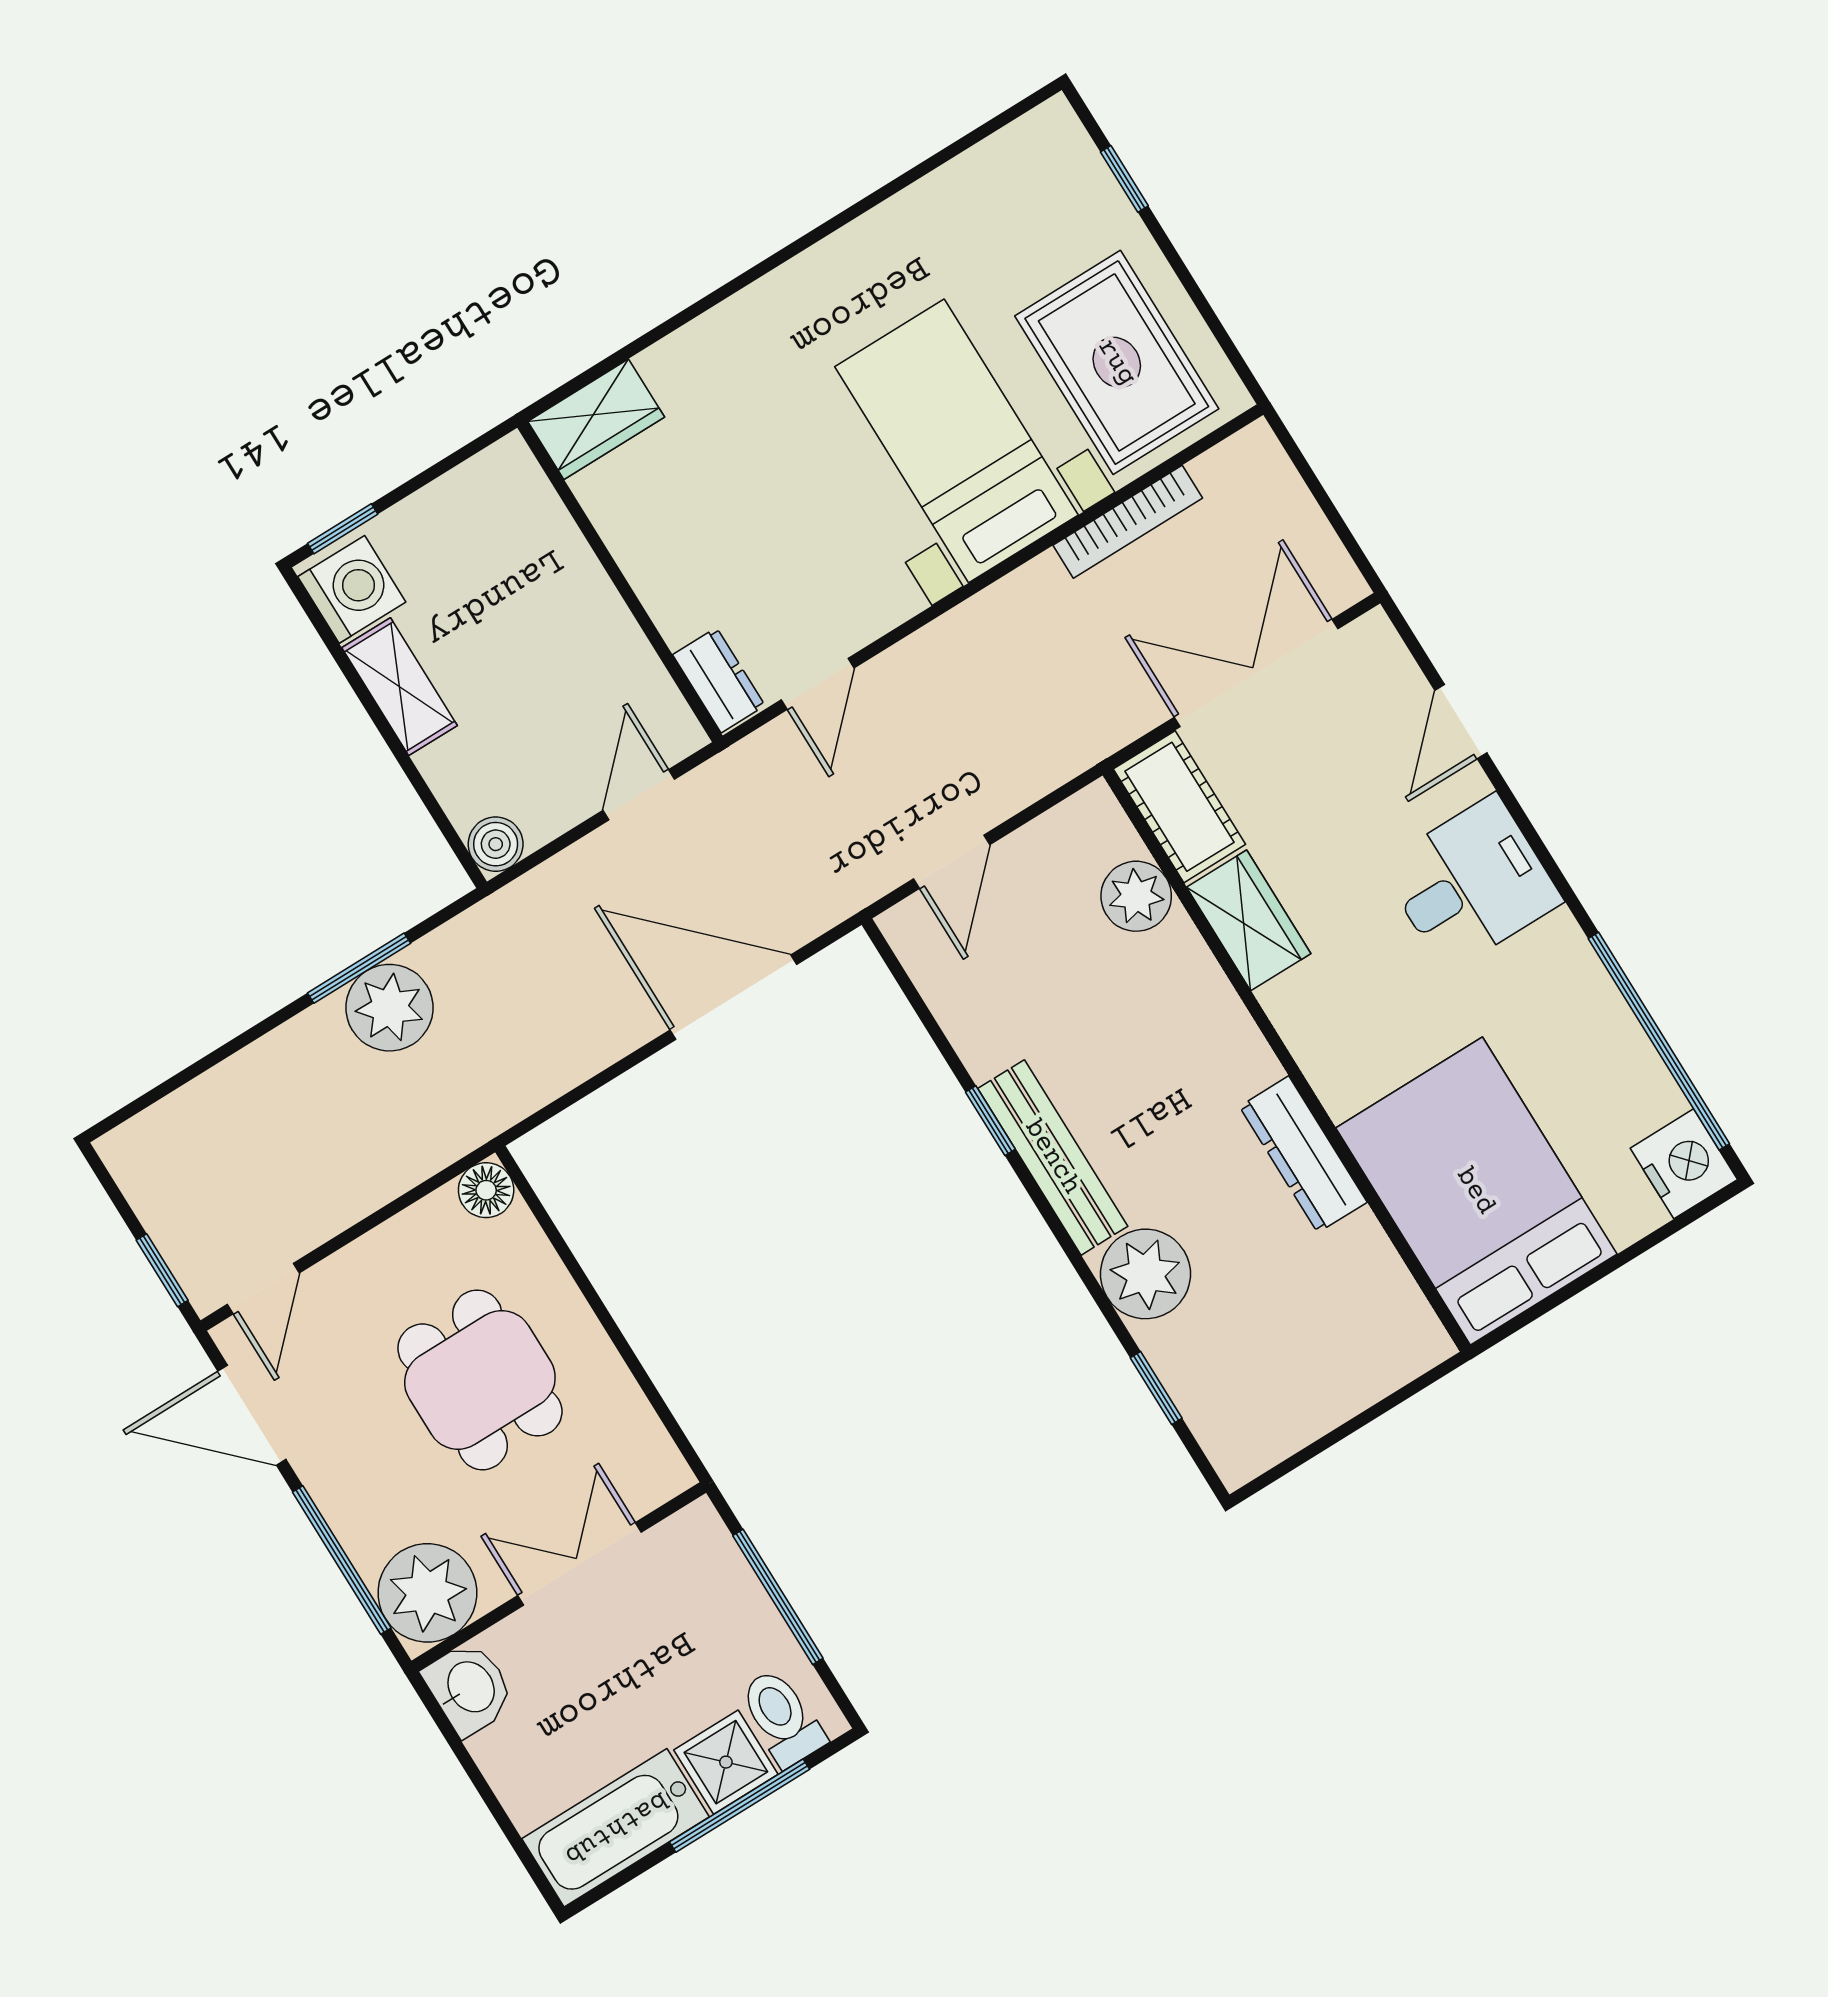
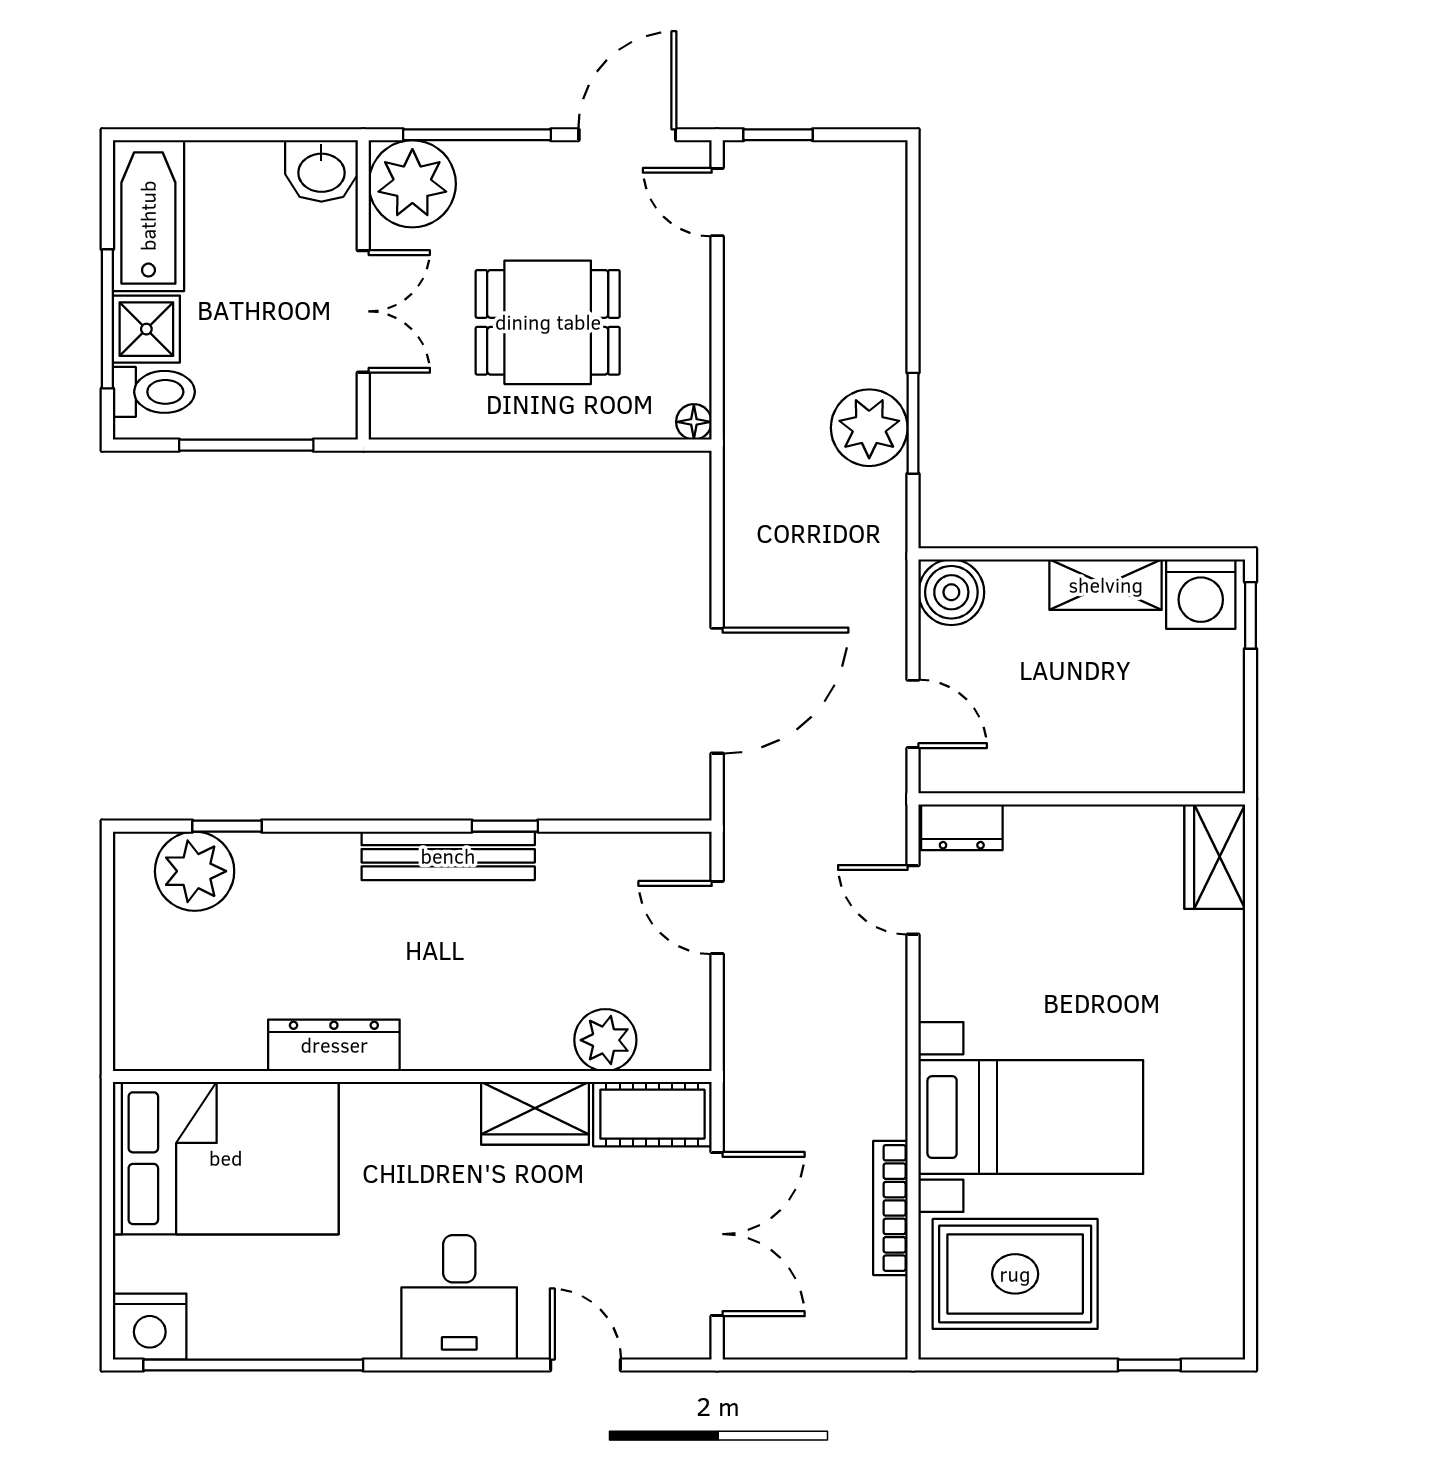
boiler: (496, 844) -> (951, 592), width x1.36, depth x1.36
floor lamp: (486, 1190) -> (694, 422), width x0.73, depth x0.73
plant: (1145, 1274) -> (195, 871), moved

